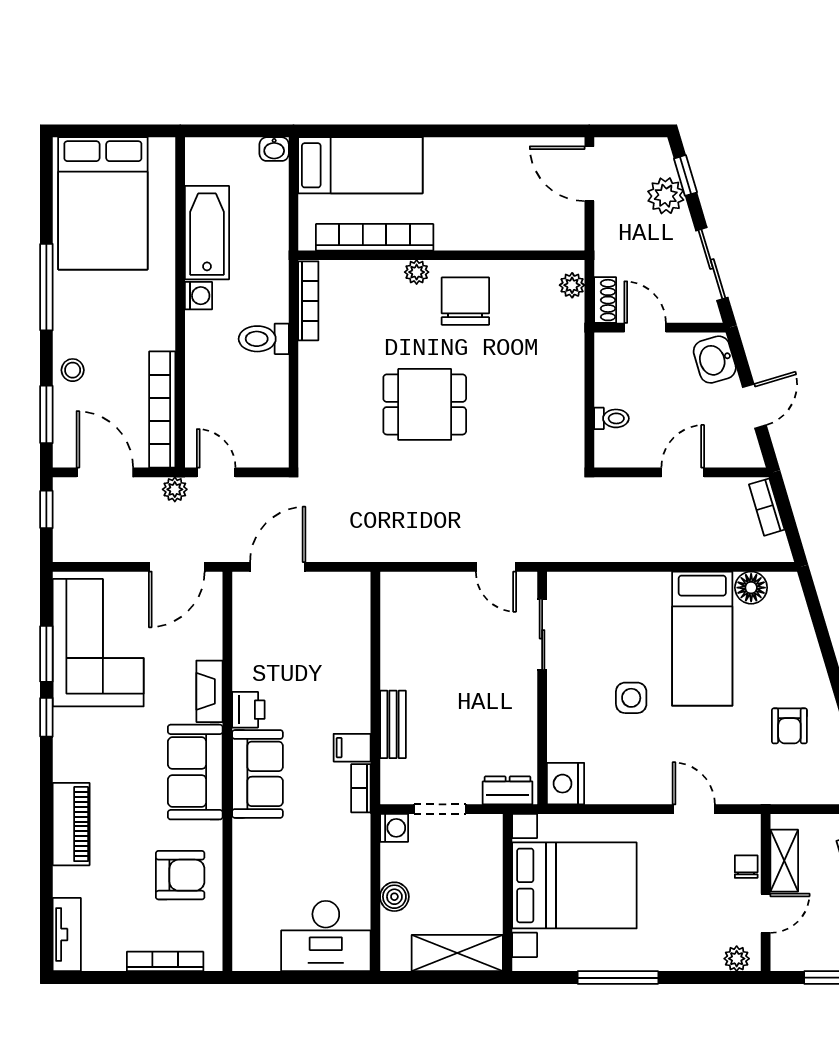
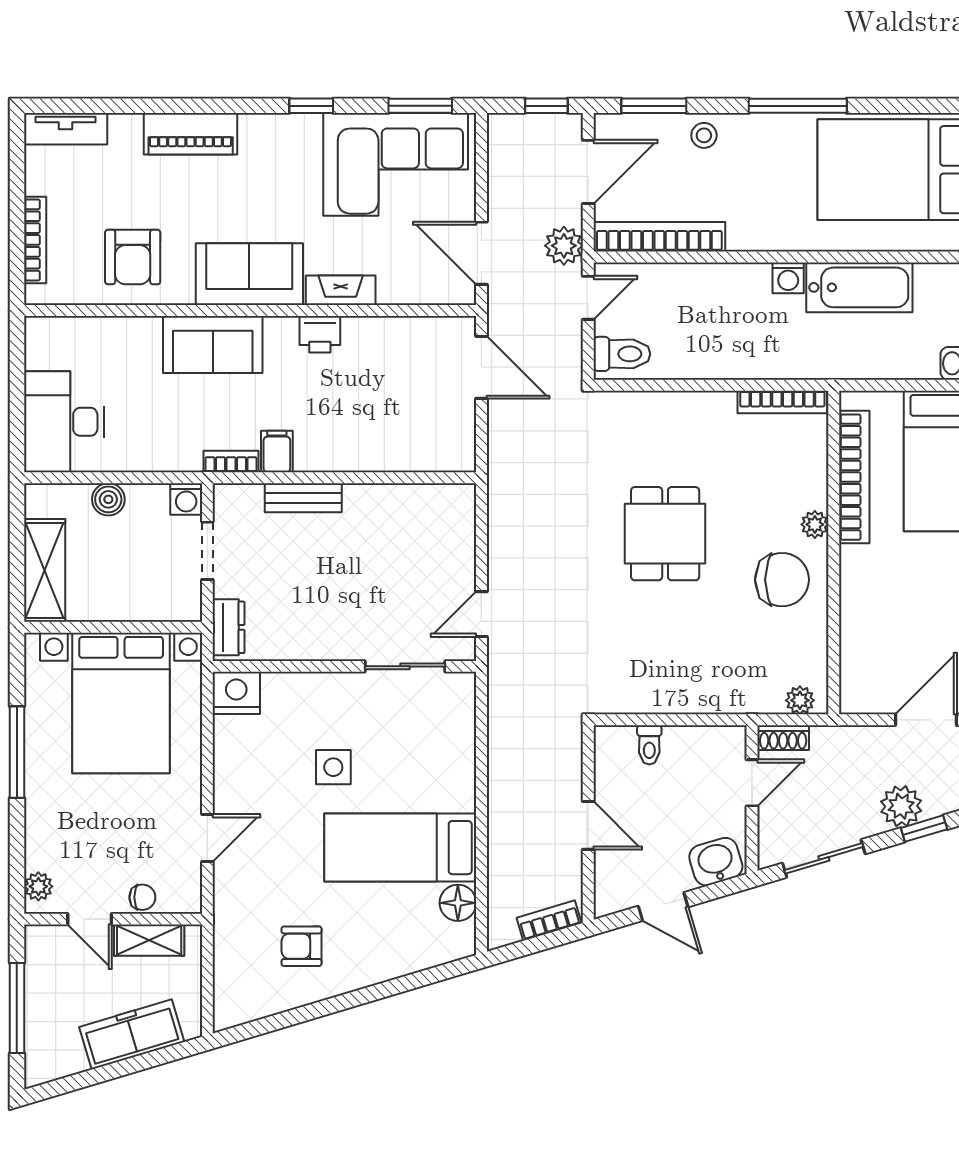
toilet: (264, 339) -> (622, 354), moved, turned 90
plant: (175, 489) -> (564, 246), width x1.38, depth x1.38
window: (46, 654) -> (420, 106), moved
sofa: (257, 774) -> (213, 345), moved

